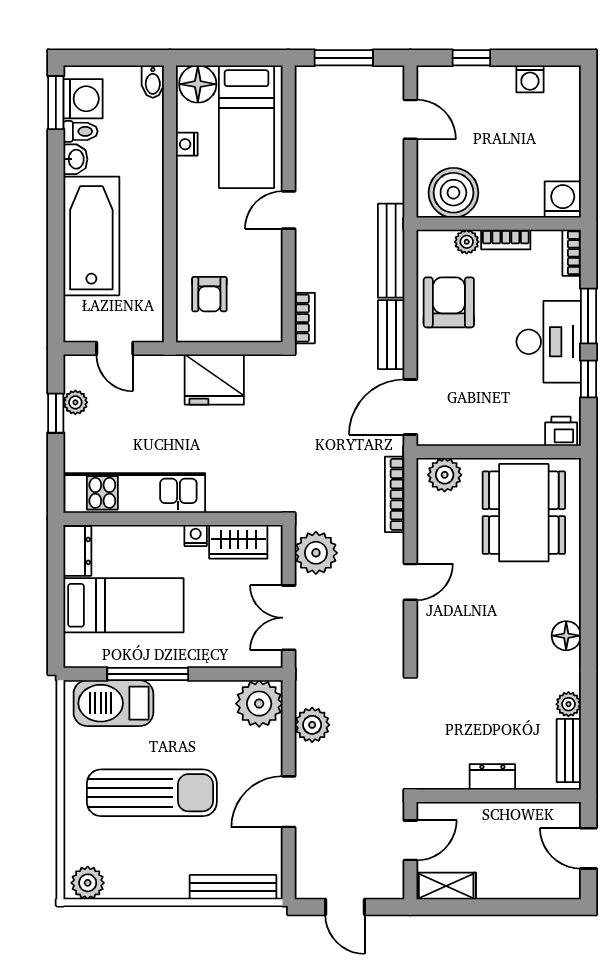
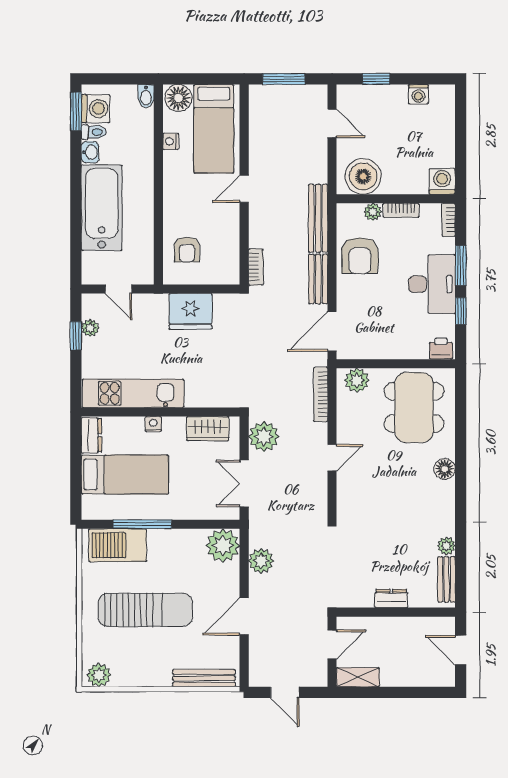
armchair: (449, 302) -> (360, 256), turned 180
nightstand: (196, 535) -> (153, 424), moved
floor lamp: (566, 636) -> (445, 469), moved

